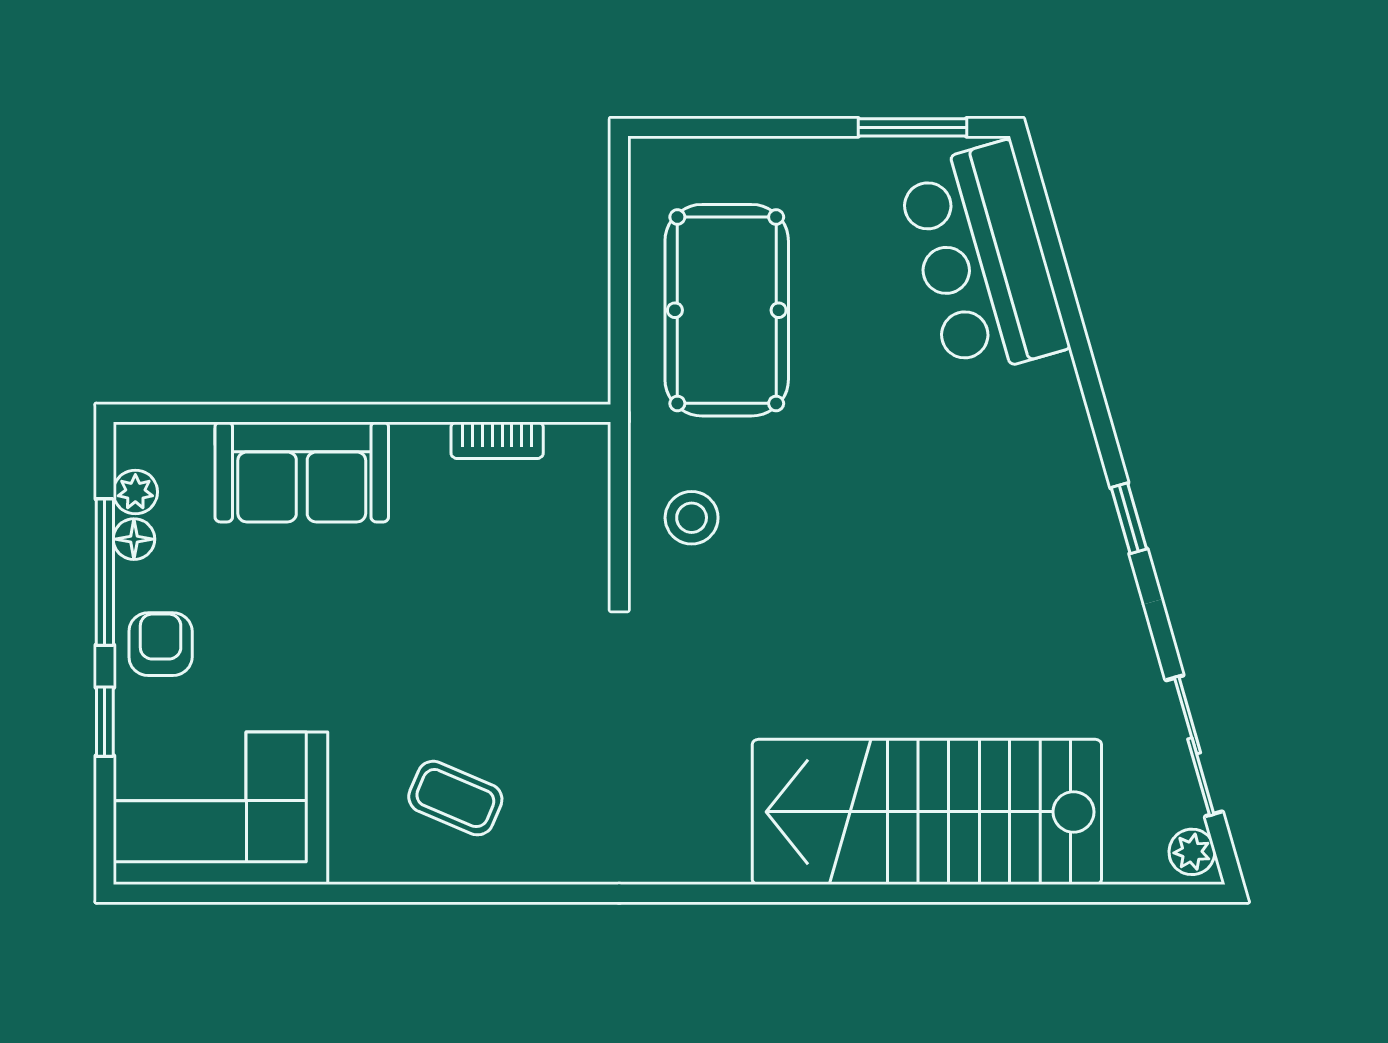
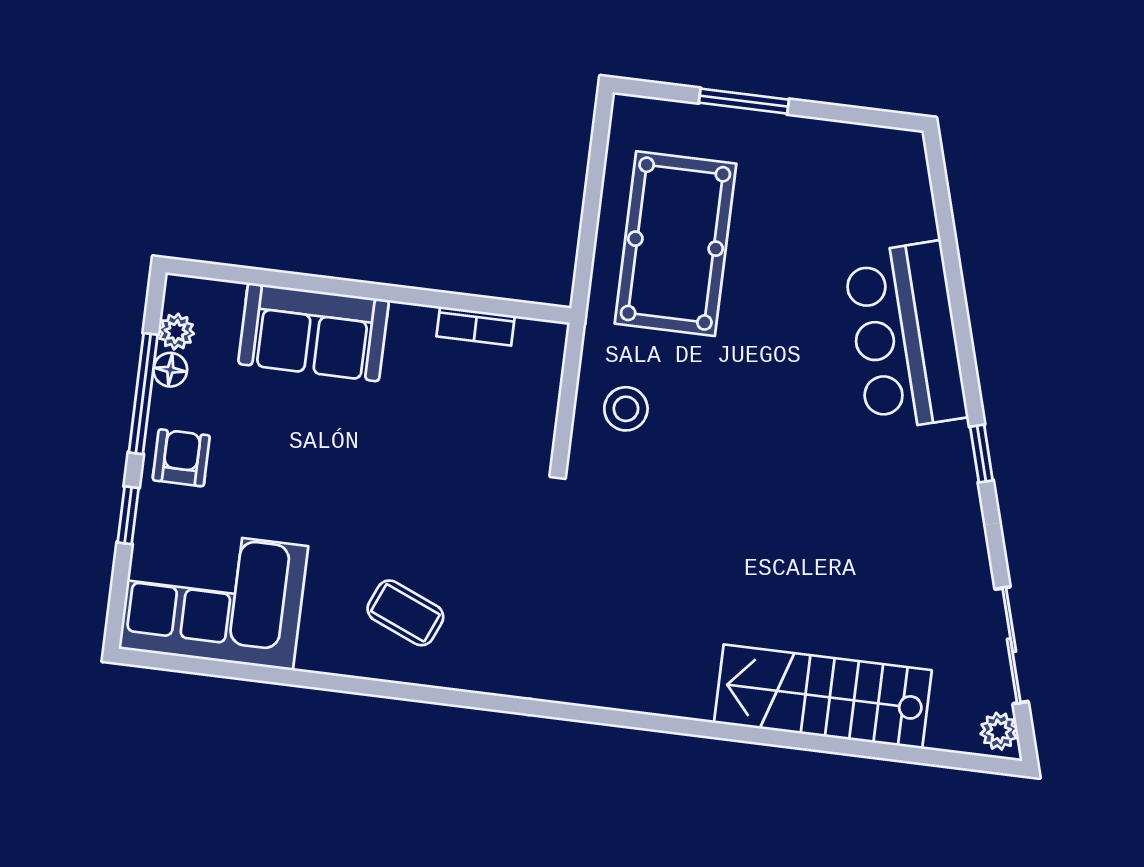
window: (912, 127) -> (744, 101), moved
bar counter: (982, 260) -> (905, 336), moved
stairs: (927, 812) -> (823, 697), width x0.73, depth x0.66

